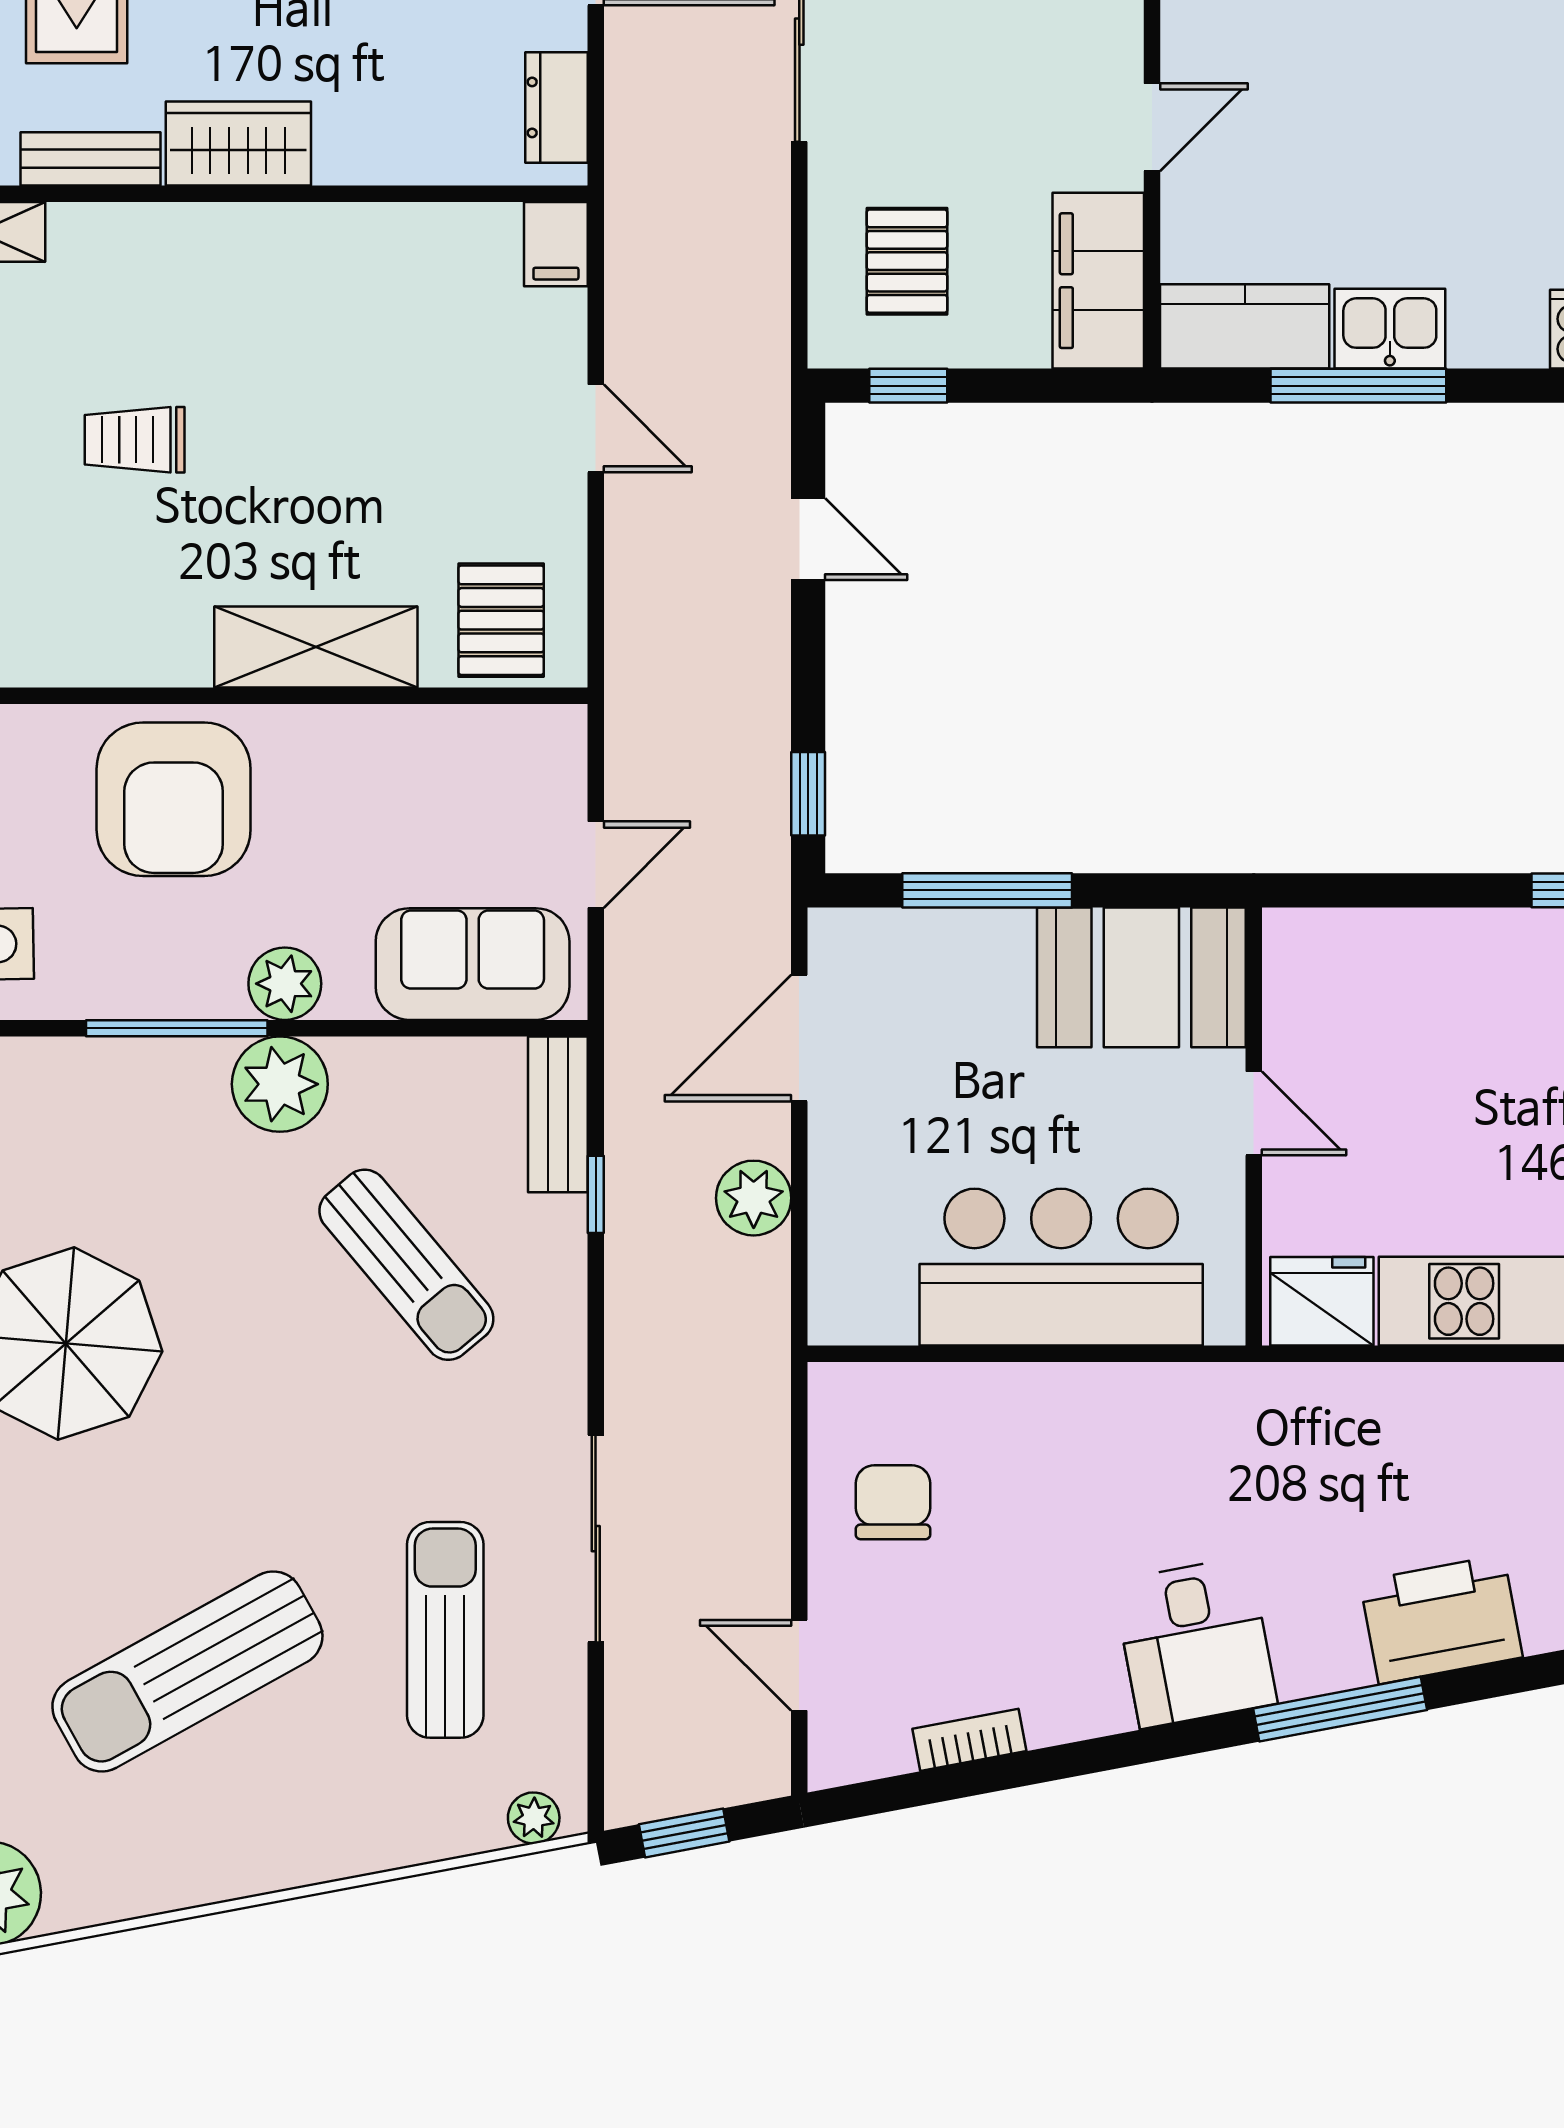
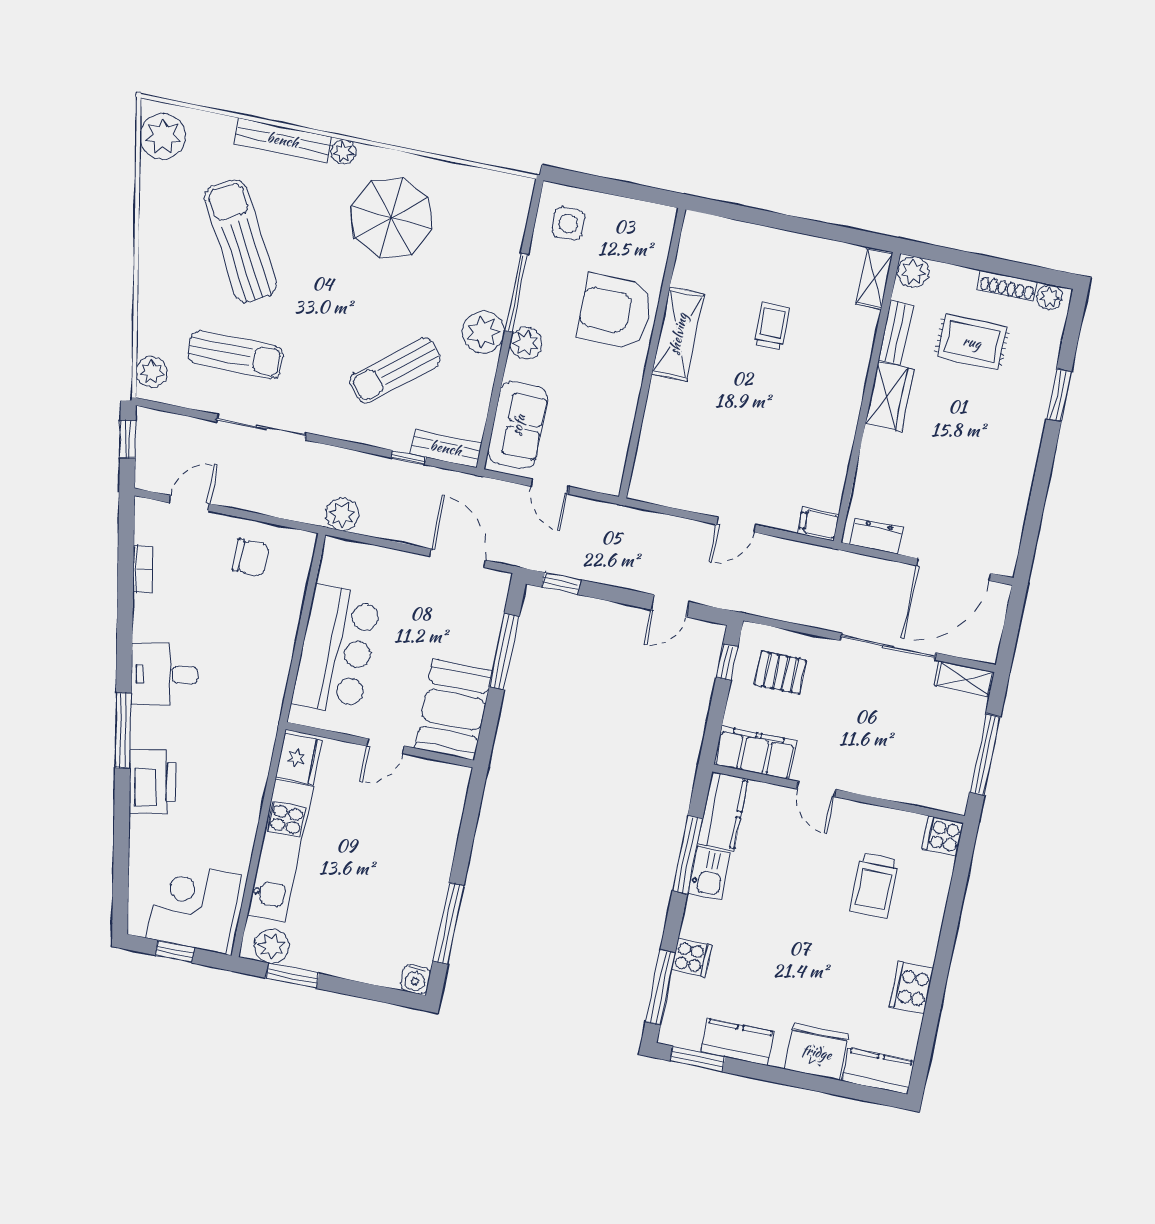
pallet: (501, 620) -> (662, 467), removed
shelving: (316, 647) -> (678, 334), moved
plant: (754, 1198) -> (342, 514), moved
plant: (534, 1818) -> (152, 372), width x1.38, depth x1.38

